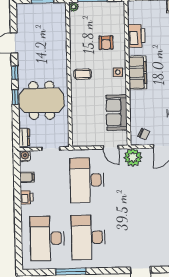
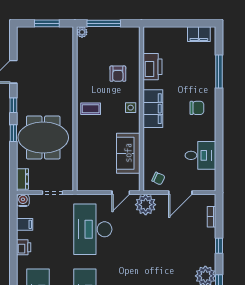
door: (111, 147) -> (121, 193), hinge flipped

